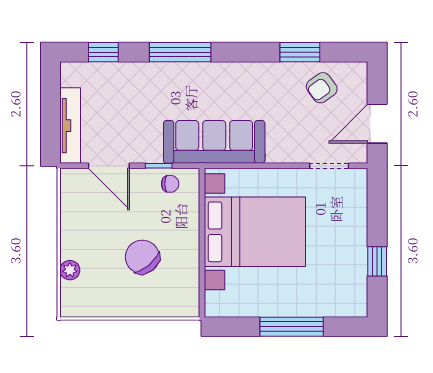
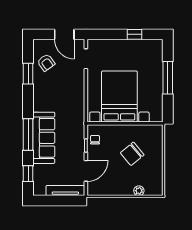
sofa: (214, 142) -> (44, 138), moved, turned 180

